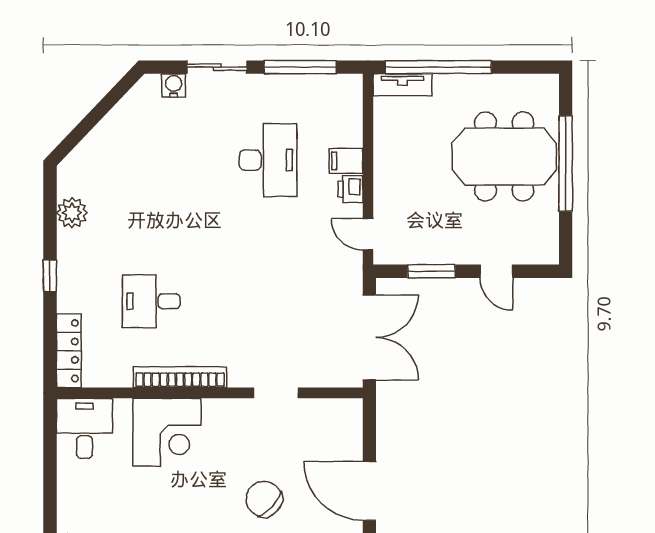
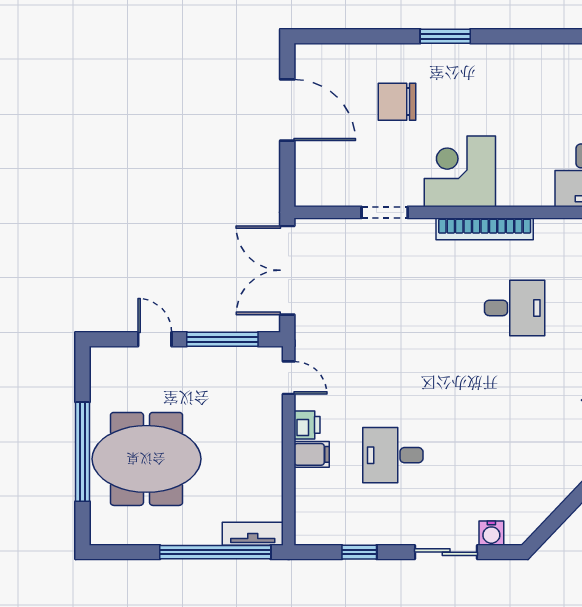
window: (300, 67) -> (359, 552), width x0.46
desk: (268, 160) -> (393, 455), width x0.73
window: (431, 271) -> (222, 339), width x1.44
corner desk: (167, 432) -> (460, 171), moved
chair: (264, 499) -> (397, 102), turned 138

